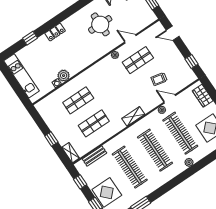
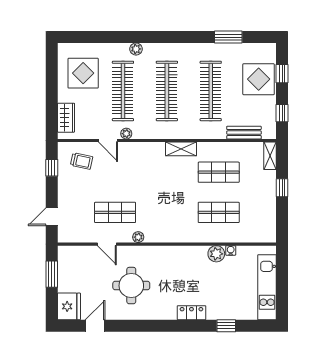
door: (173, 33) -> (52, 217), swing flipped
trolley: (159, 79) -> (82, 161), moved
shelving: (133, 116) -> (181, 149), moved

